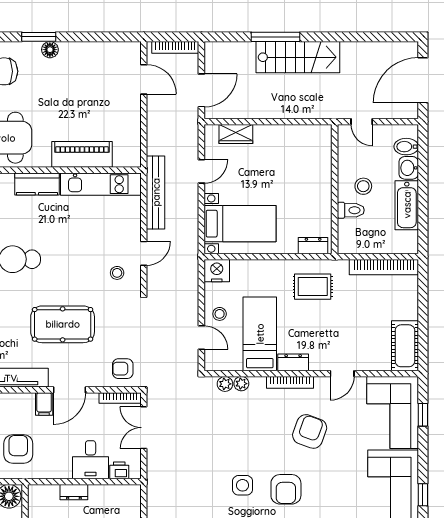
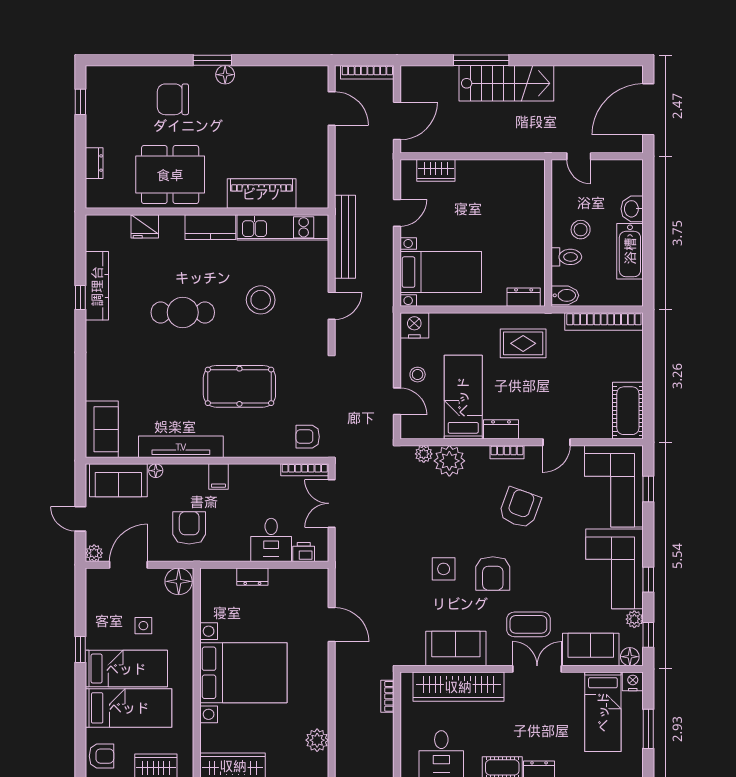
bidet: (406, 147) -> (565, 295), moved, turned 180
stool: (117, 273) -> (261, 300), moved, width x1.89, depth x1.89
bookcase: (290, 382) -> (507, 452), width x0.64
plant: (241, 384) -> (449, 461), width x1.87, depth x1.87
door: (70, 390) -> (247, 461), removed

